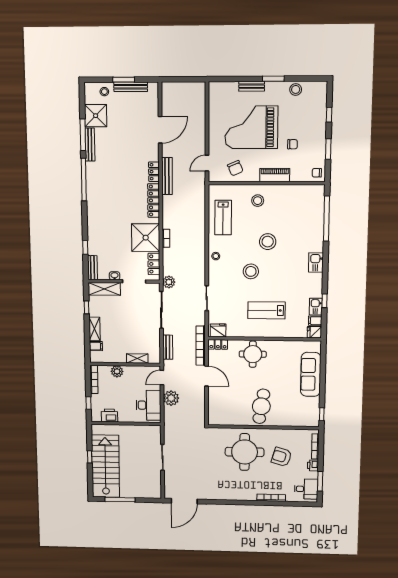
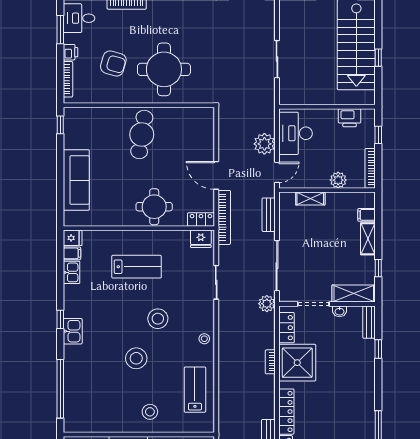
window: (324, 301) -> (60, 319), moved

